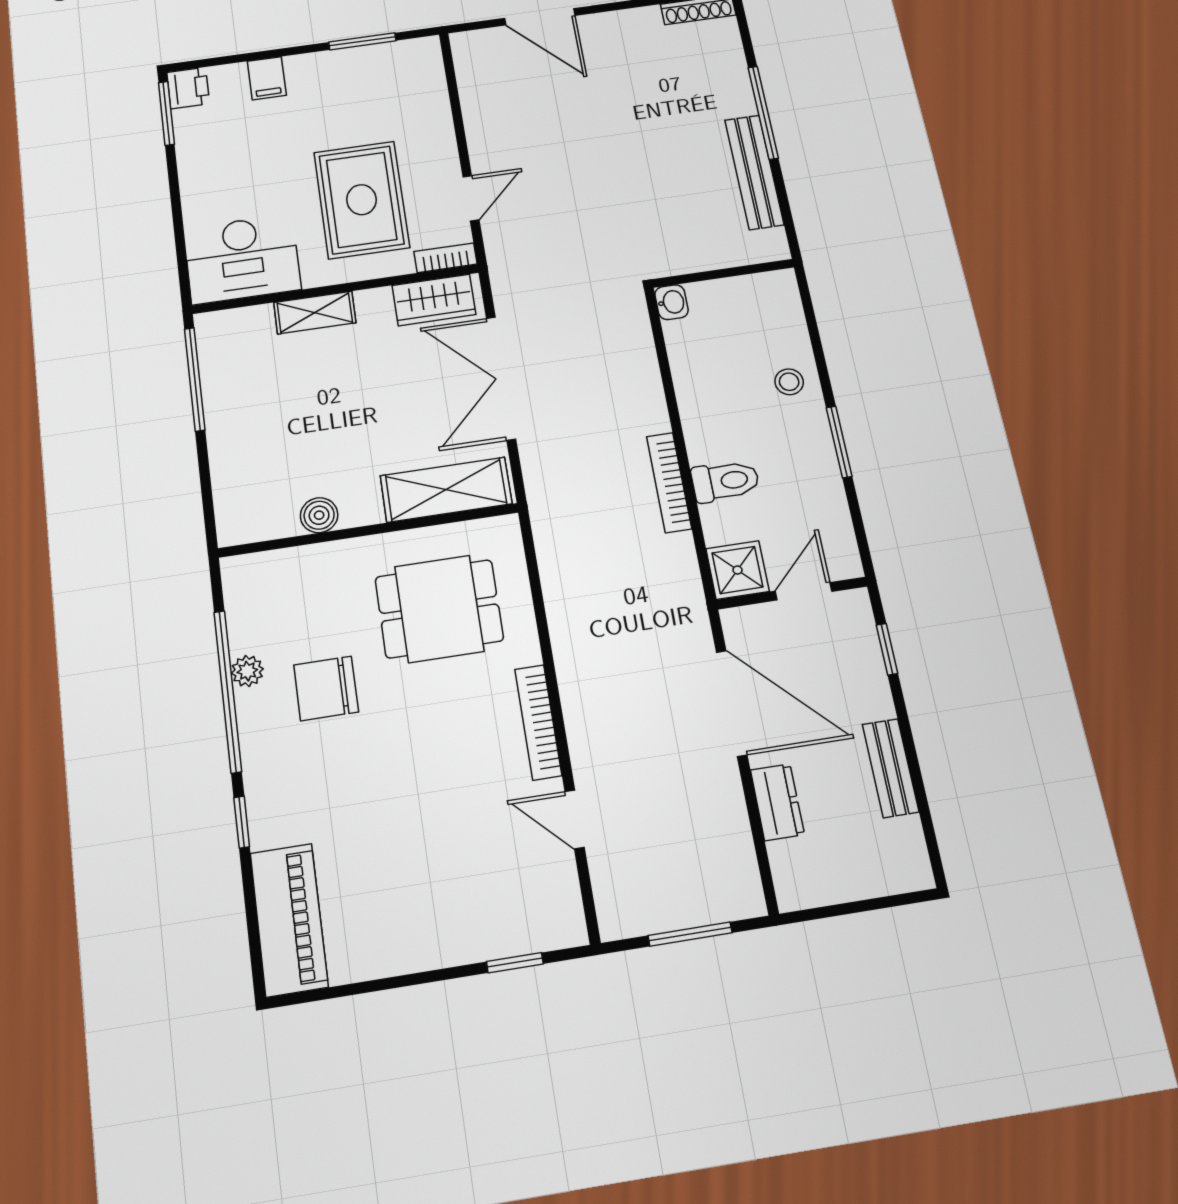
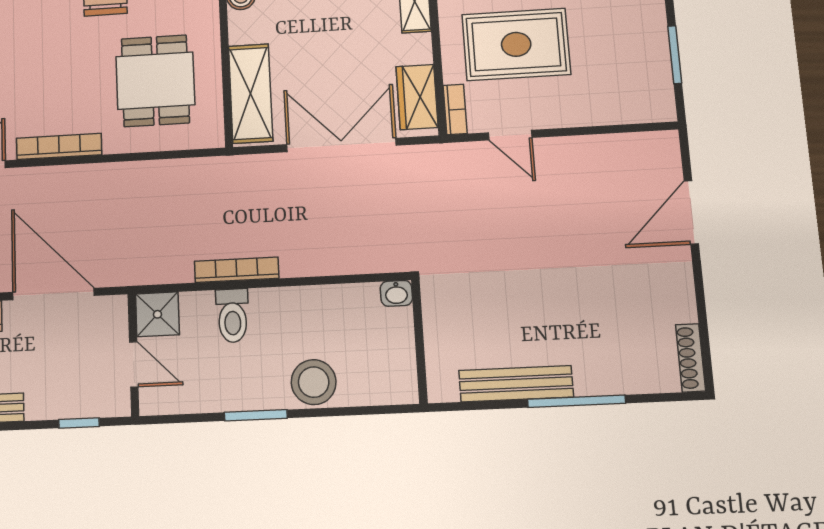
stool: (789, 382) -> (314, 382), width x1.89, depth x1.89
door: (732, 703) -> (53, 294), swing flipped

